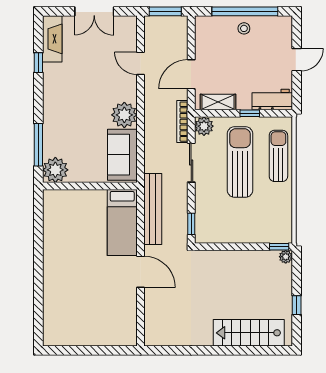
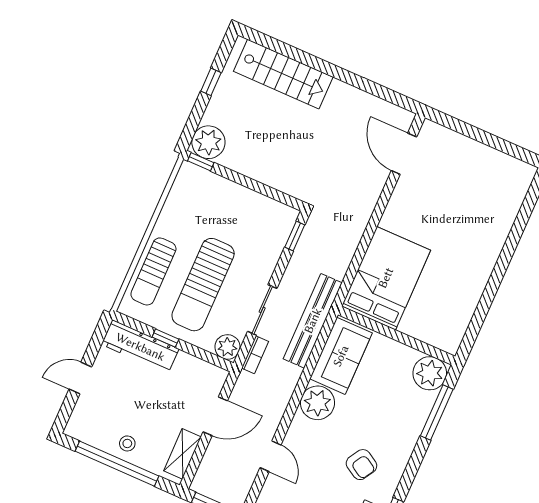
armchair: (75, 86) -> (361, 465), added
workbench: (272, 100) -> (140, 347), width x1.38
shelving: (218, 102) -> (182, 454), moved, turned 90
bookcase: (182, 122) -> (255, 355), width x0.64
bench: (153, 209) -> (313, 321), moved
bed: (122, 222) -> (386, 278), width x1.50
plant: (286, 257) -> (208, 142), width x1.88, depth x1.88
door: (141, 272) -> (404, 154), moved

